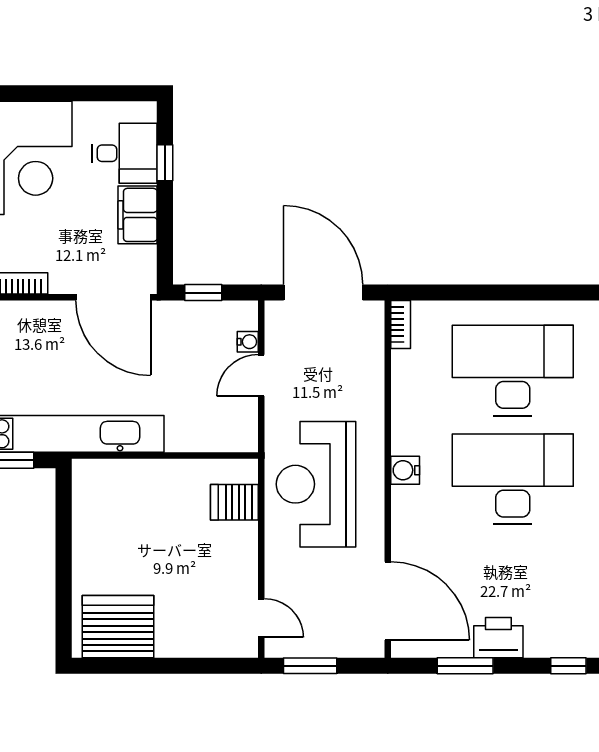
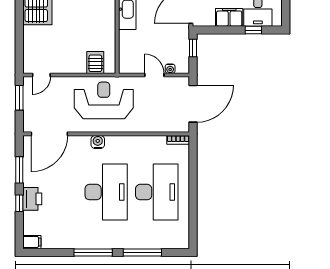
water cooler: (405, 470) -> (98, 142), moved
printer: (498, 638) -> (32, 199), moved
window: (568, 666) -> (19, 203), moved

